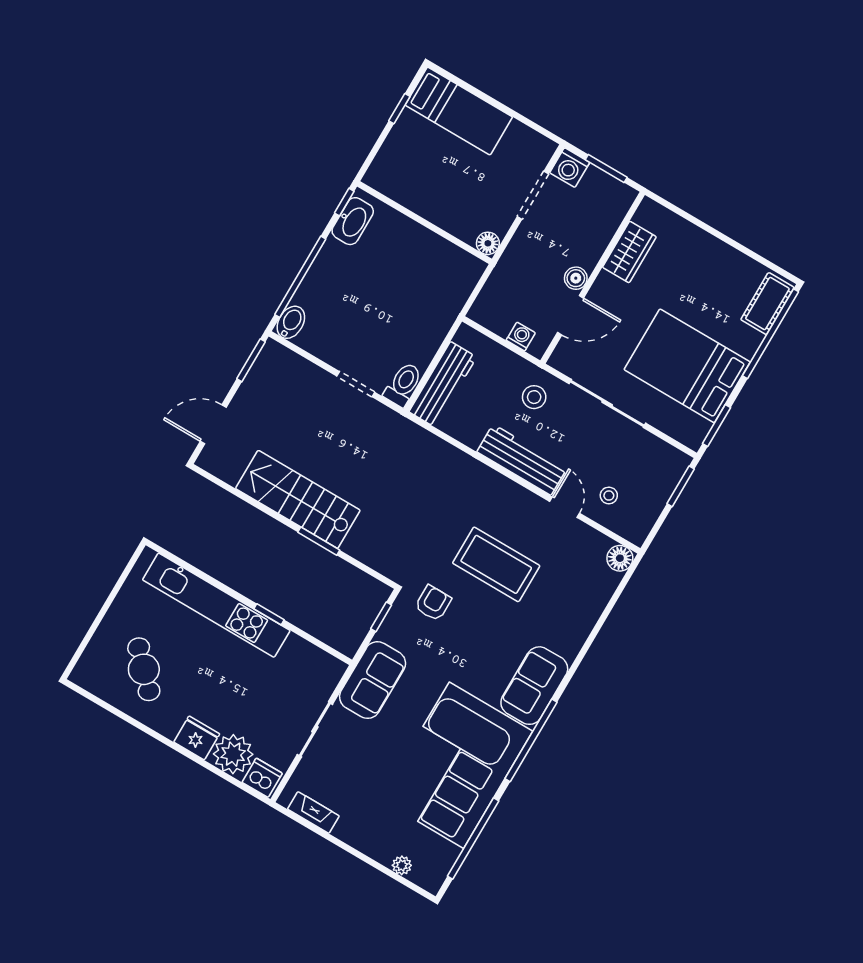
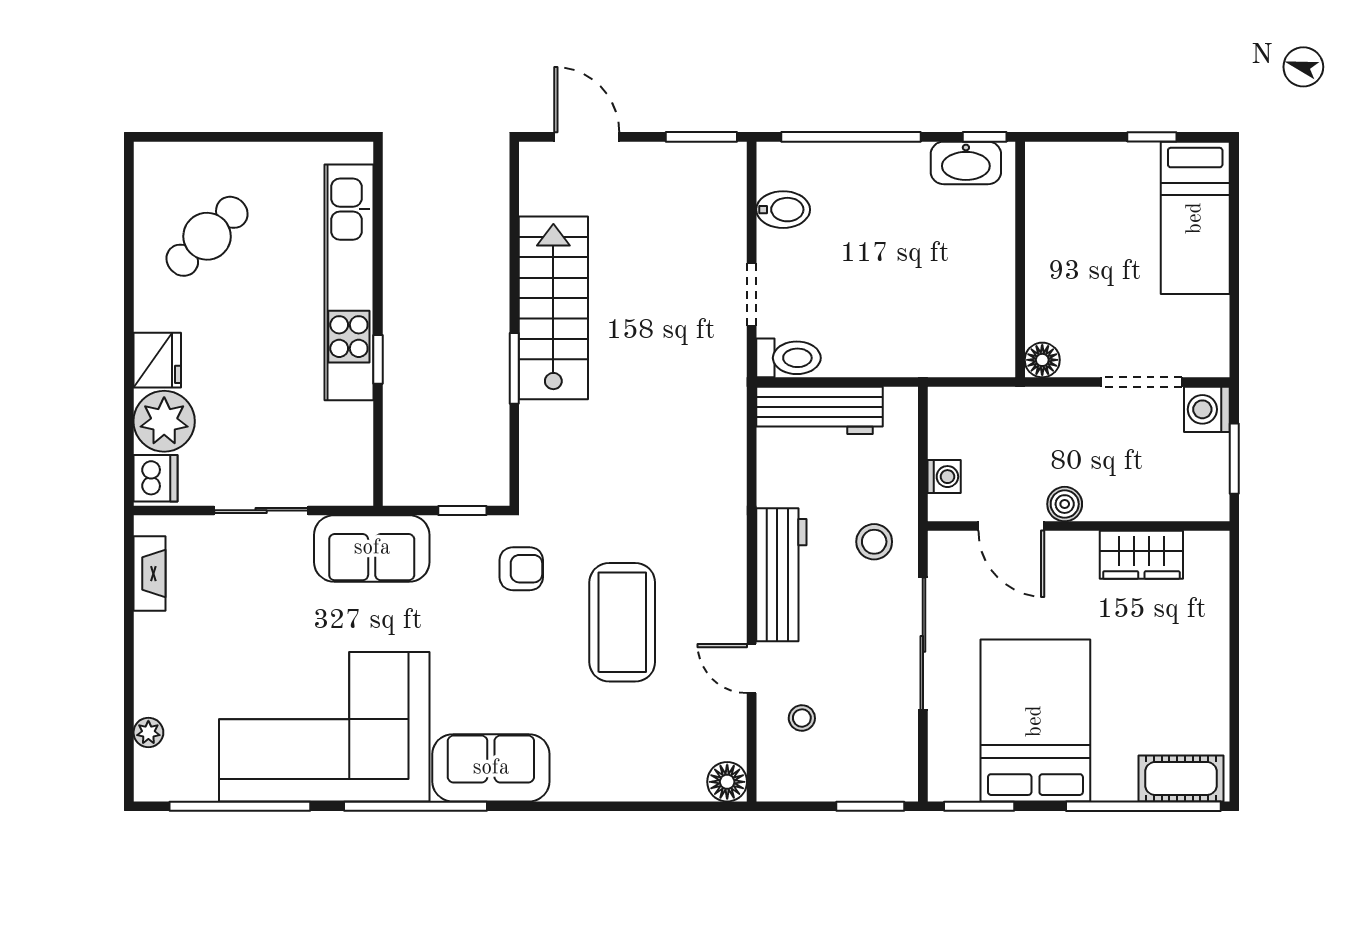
bidet: (291, 322) -> (783, 210), moved
door: (565, 507) -> (752, 669), swing flipped

